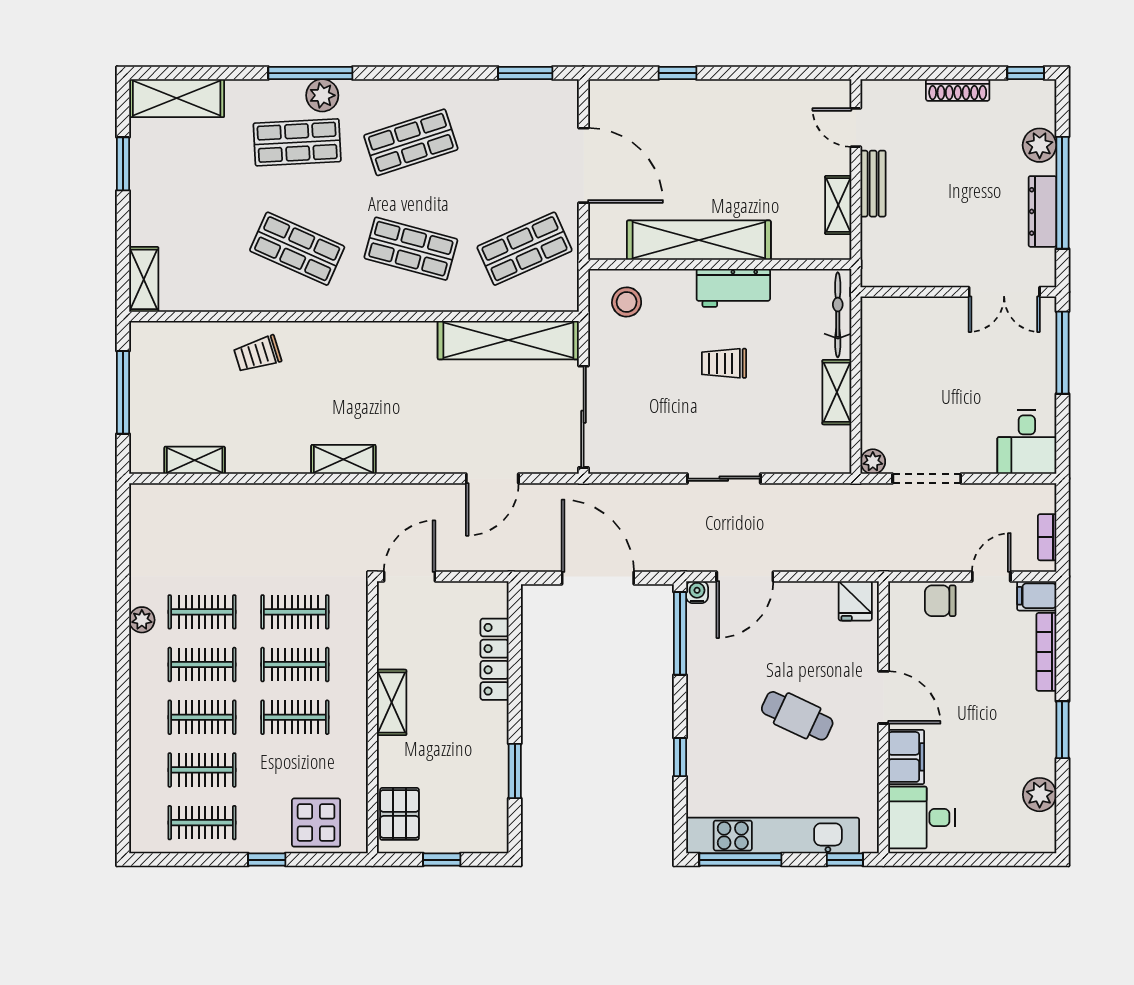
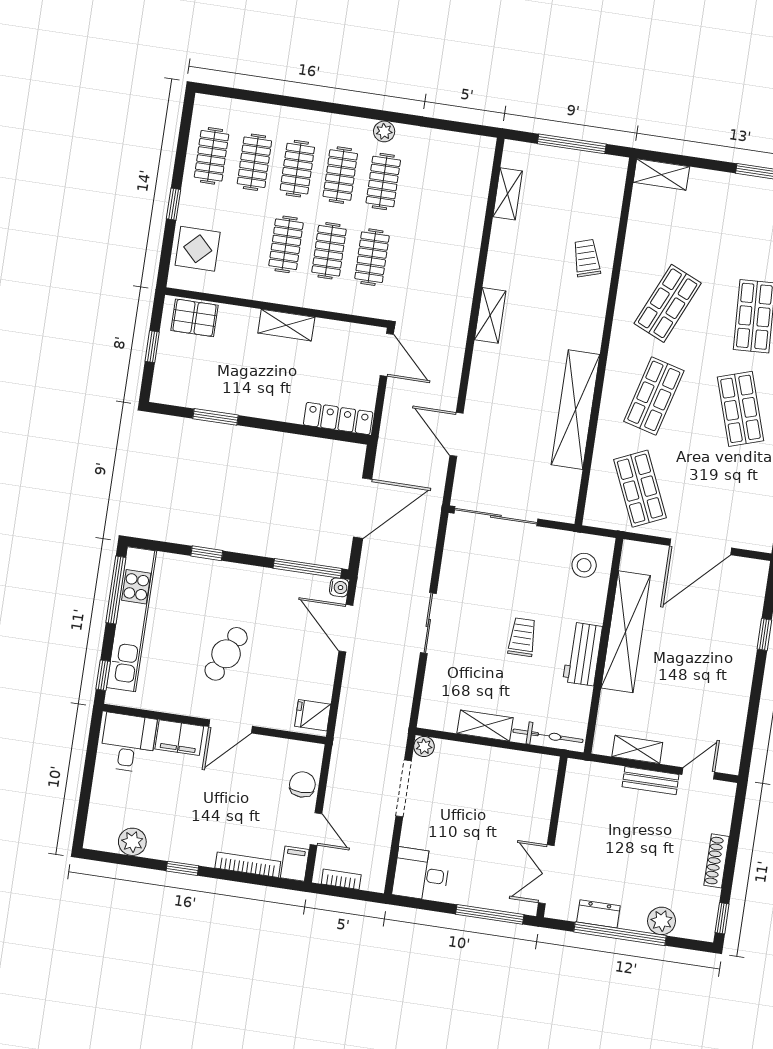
dresser: (1042, 211) -> (598, 914), width x0.70
shelving: (508, 340) -> (575, 410), moved
locker: (495, 659) -> (338, 418), moved
window: (1062, 730) -> (182, 868), width x0.67

